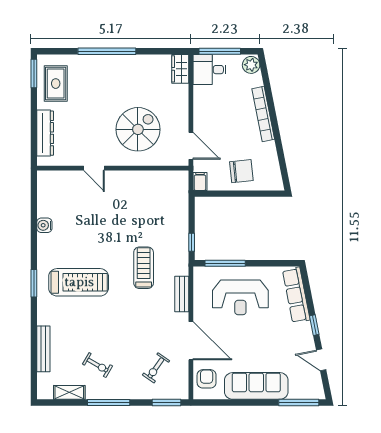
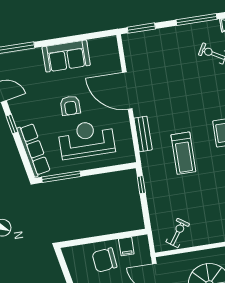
filing cabinet: (200, 181) -> (126, 246), moved
window: (225, 263) -> (61, 177), moved
exercise bike: (156, 368) -> (178, 233), moved
armchair: (207, 379) -> (70, 106), moved
sofa: (256, 386) -> (66, 56), width x0.73

